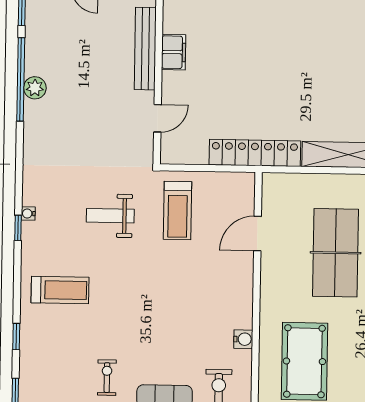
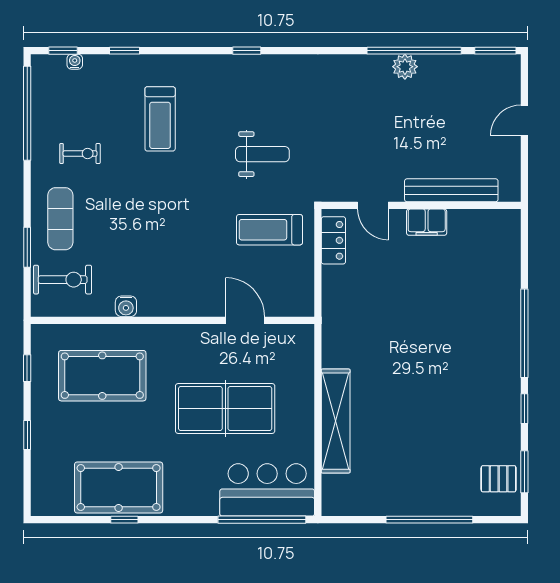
filing cabinet: (174, 52) -> (427, 222), moved
locker: (255, 153) -> (333, 240), moved, width x0.46, depth x0.83
water cooler: (28, 214) -> (75, 62), moved
weight bench: (110, 216) -> (262, 154), turned 90
treadmill: (60, 290) -> (160, 119), moved

